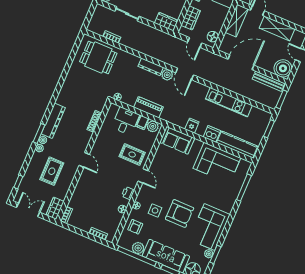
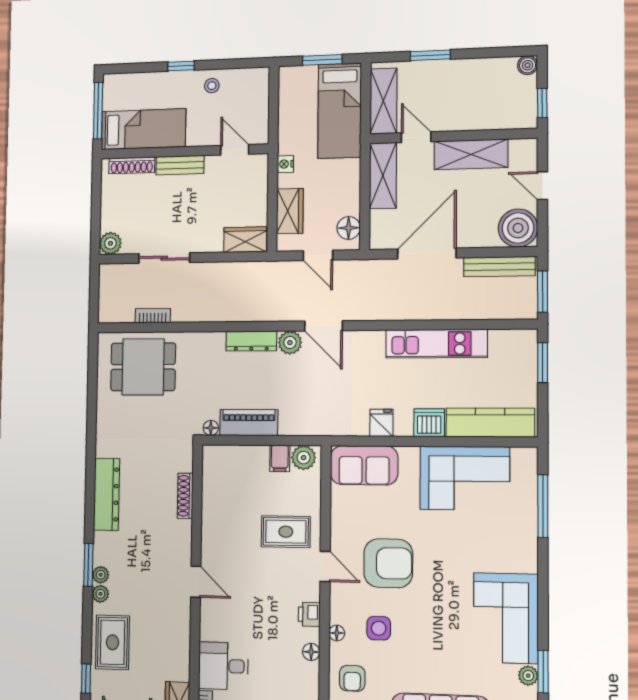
piano: (148, 107) -> (249, 423), moved
dresser: (53, 121) -> (106, 494), moved
desk: (125, 121) -> (223, 666), moved, turned -90
rug: (52, 171) -> (113, 642), moved
armchair: (180, 213) -> (388, 563), moved

